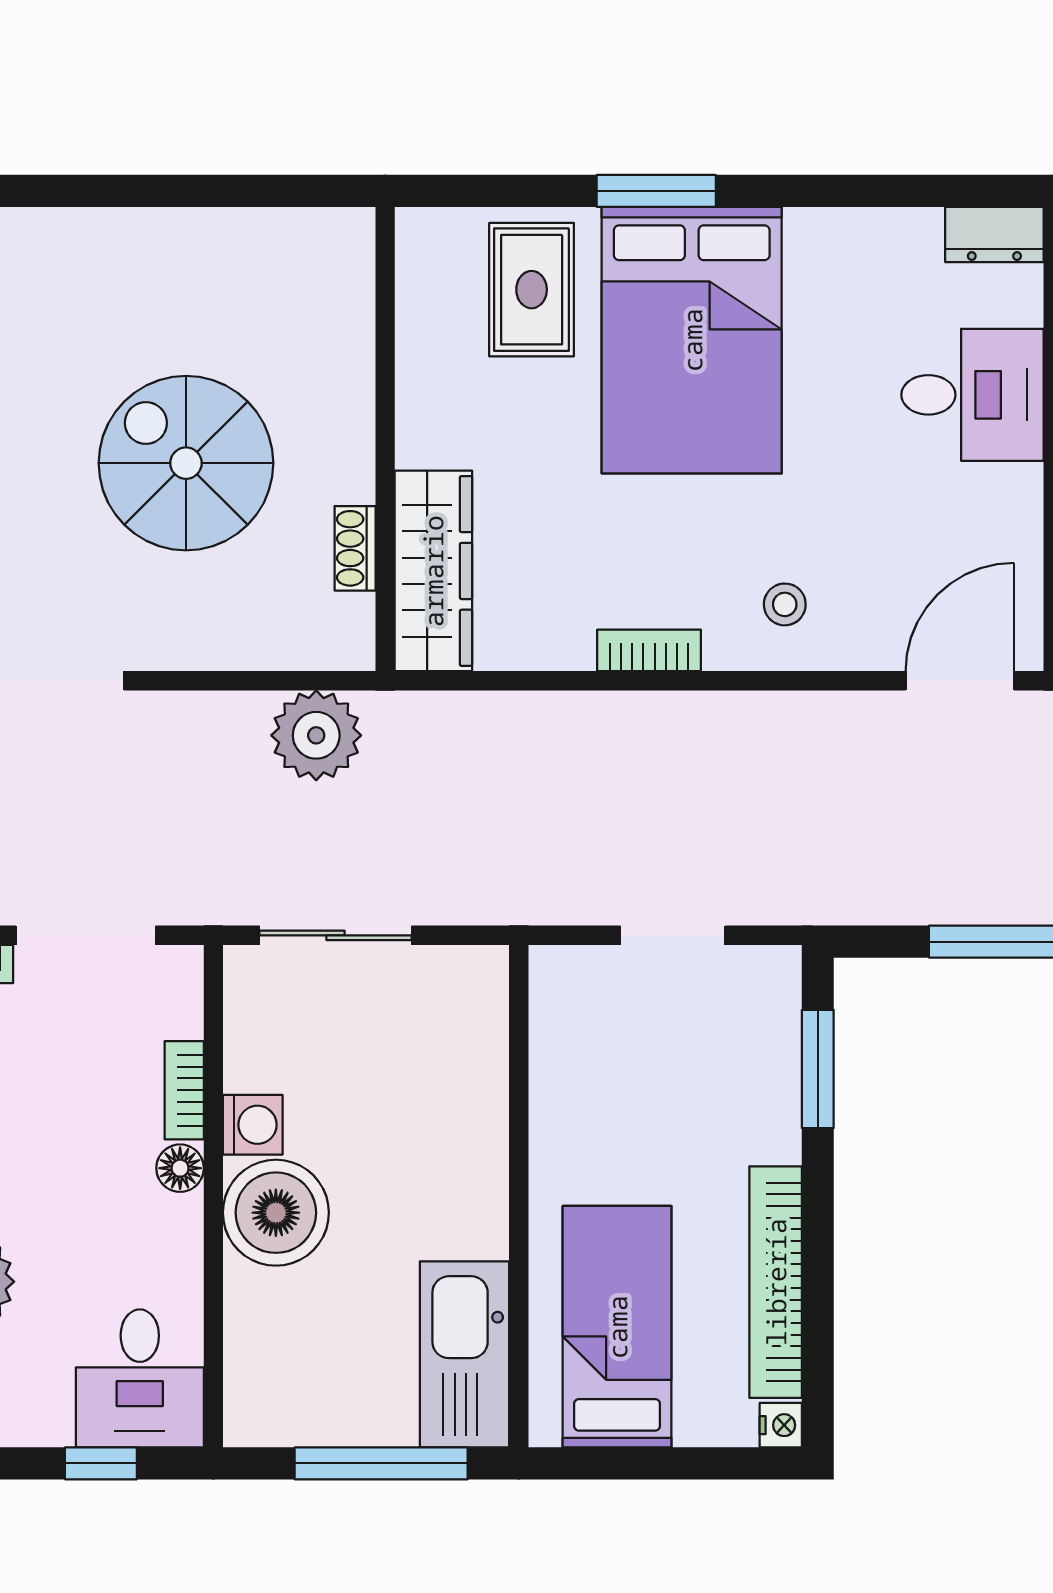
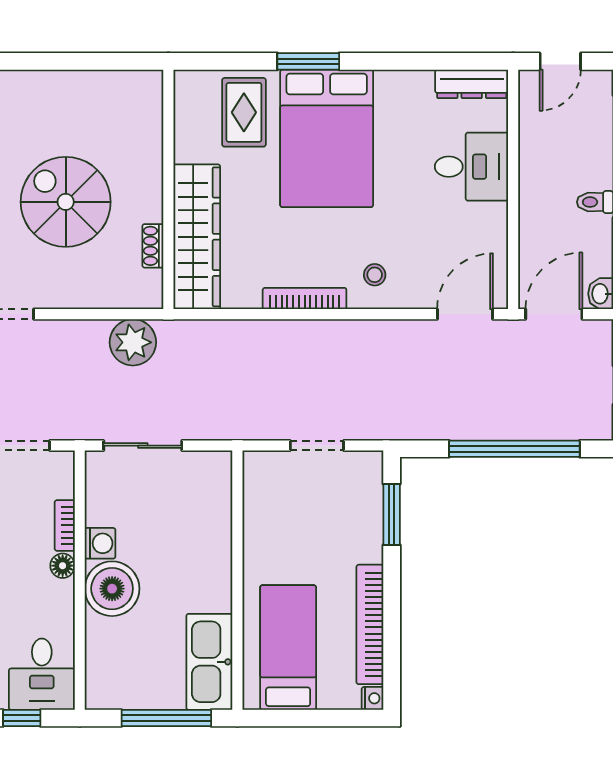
dresser: (994, 234) -> (472, 84), width x1.44
wardrobe: (433, 571) -> (197, 237), width x1.40, depth x1.17
bookcase: (649, 650) -> (305, 299), width x1.56

